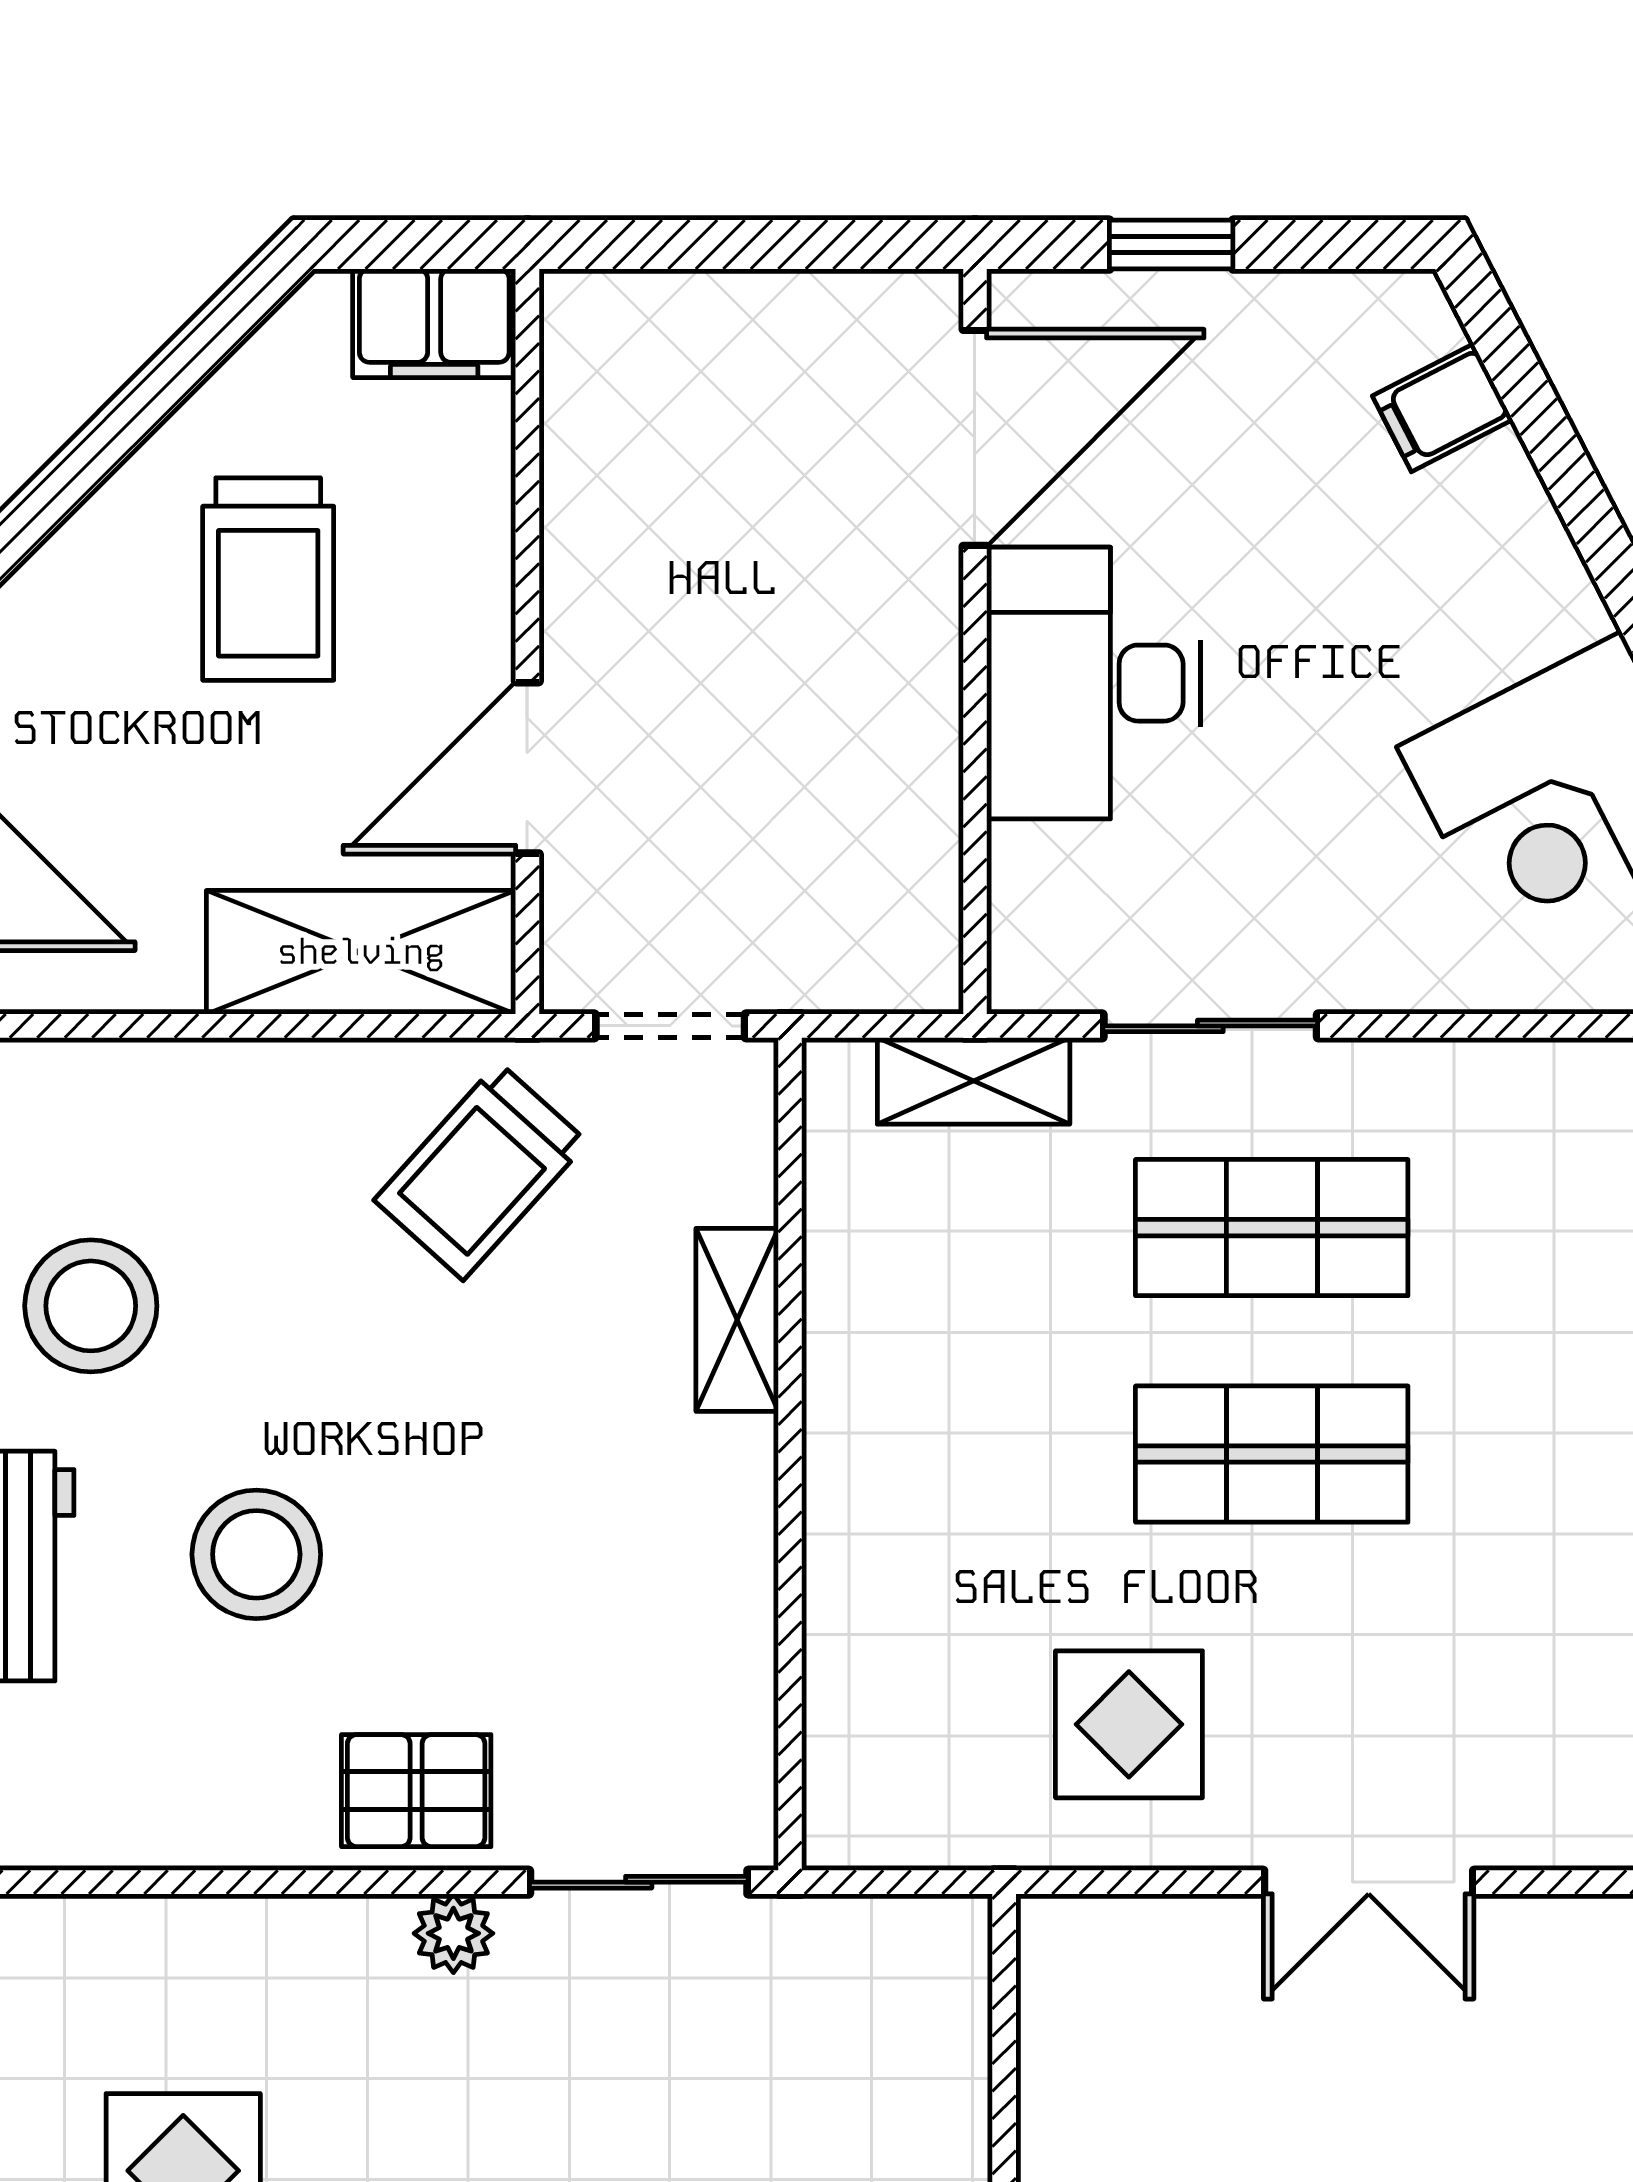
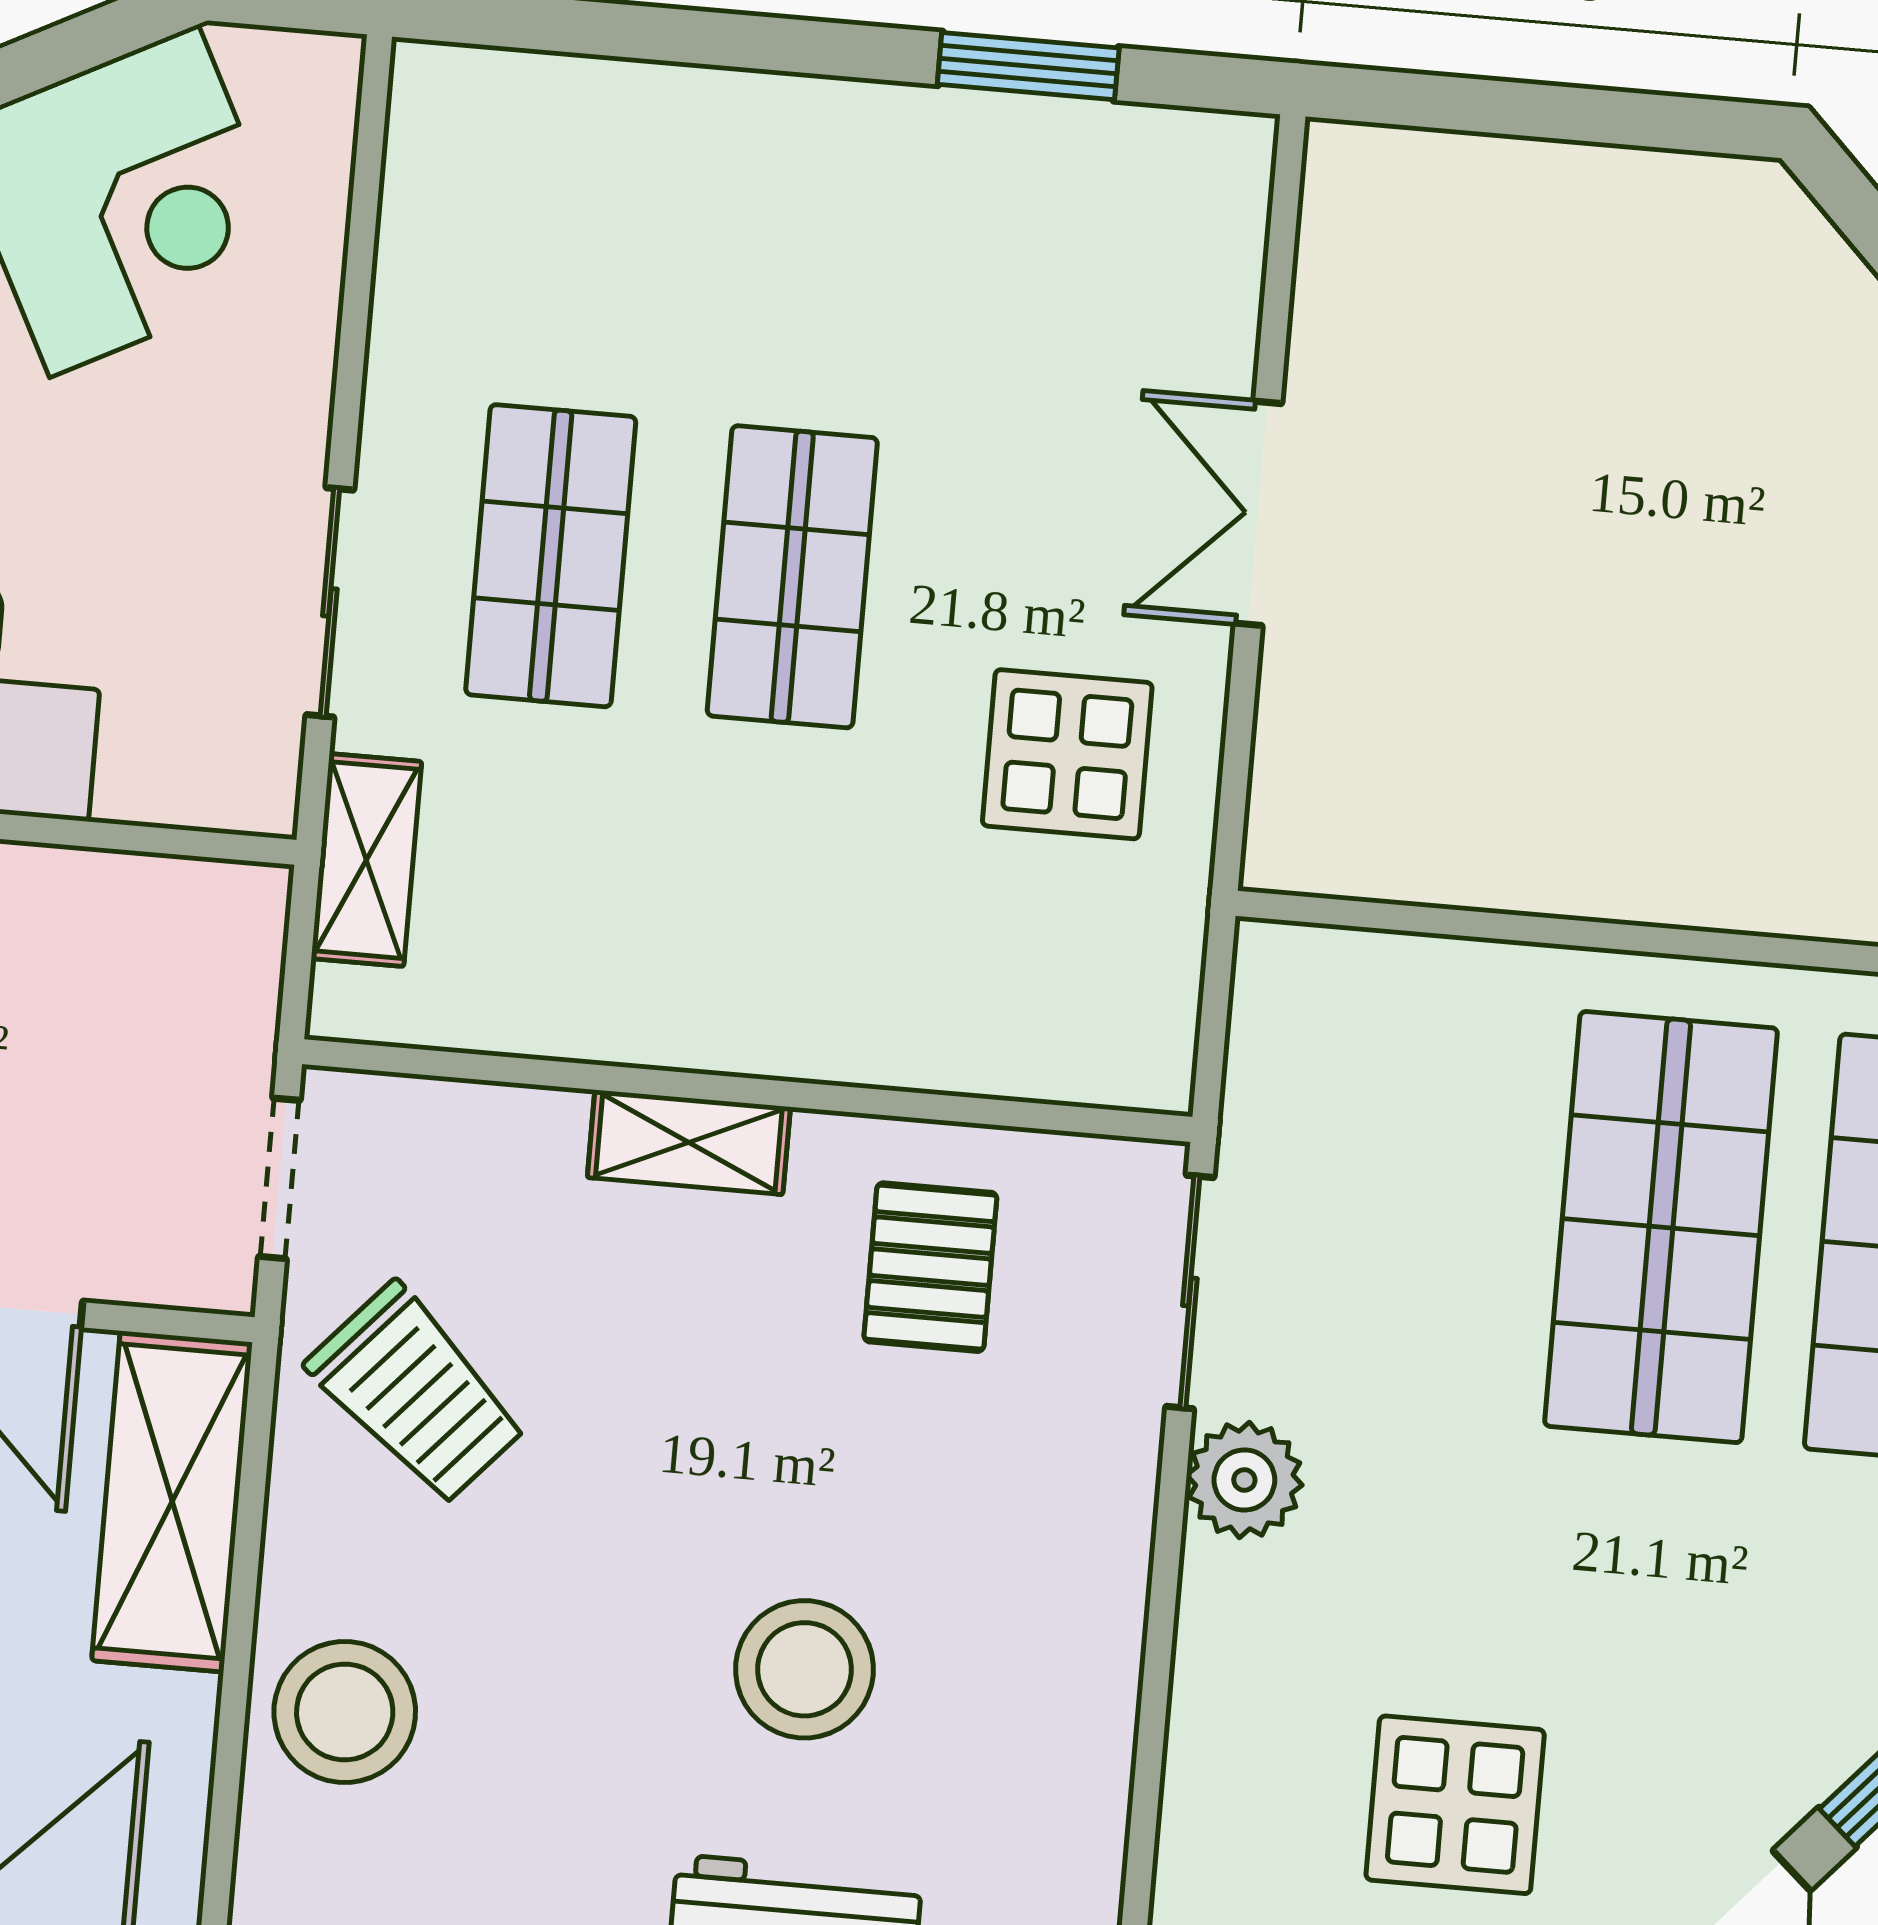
stool: (91, 1306) -> (345, 1712), moved
shelving: (737, 1320) -> (689, 1142), moved
pallet: (416, 1791) -> (930, 1267), moved
double door: (1369, 1882) -> (1258, 513), swing flipped
plant: (453, 1933) -> (1244, 1480), width x1.38, depth x1.38

